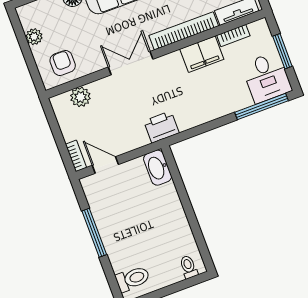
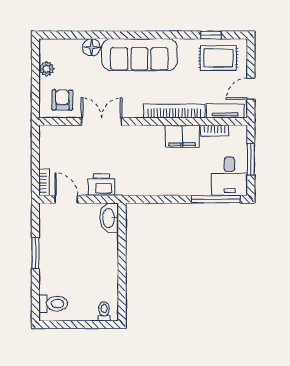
double door: (131, 63) -> (102, 122), moved
plant: (80, 97) -> (67, 134), removed
printer: (161, 127) -> (101, 185), moved
window: (94, 233) -> (35, 253), width x0.69

